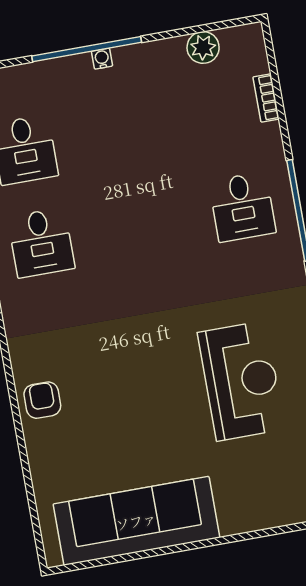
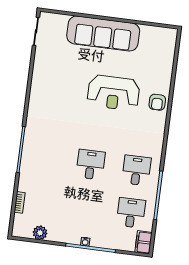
desk: (242, 207) -> (91, 165), moved
reception desk: (241, 381) -> (113, 93), moved, turned -90
sofa: (136, 521) -> (103, 33), moved

